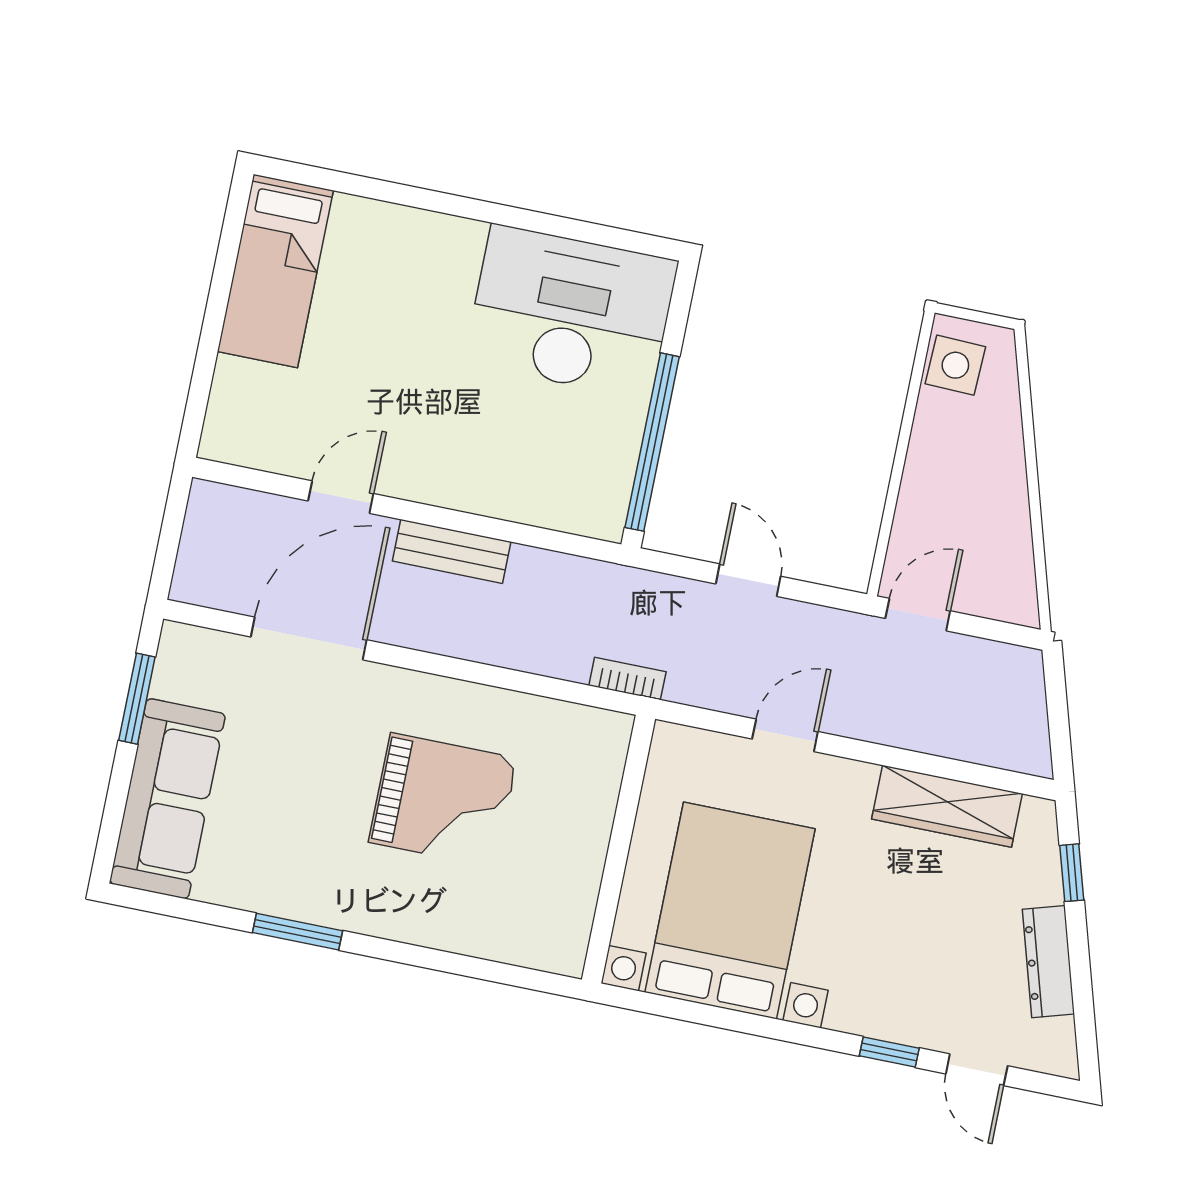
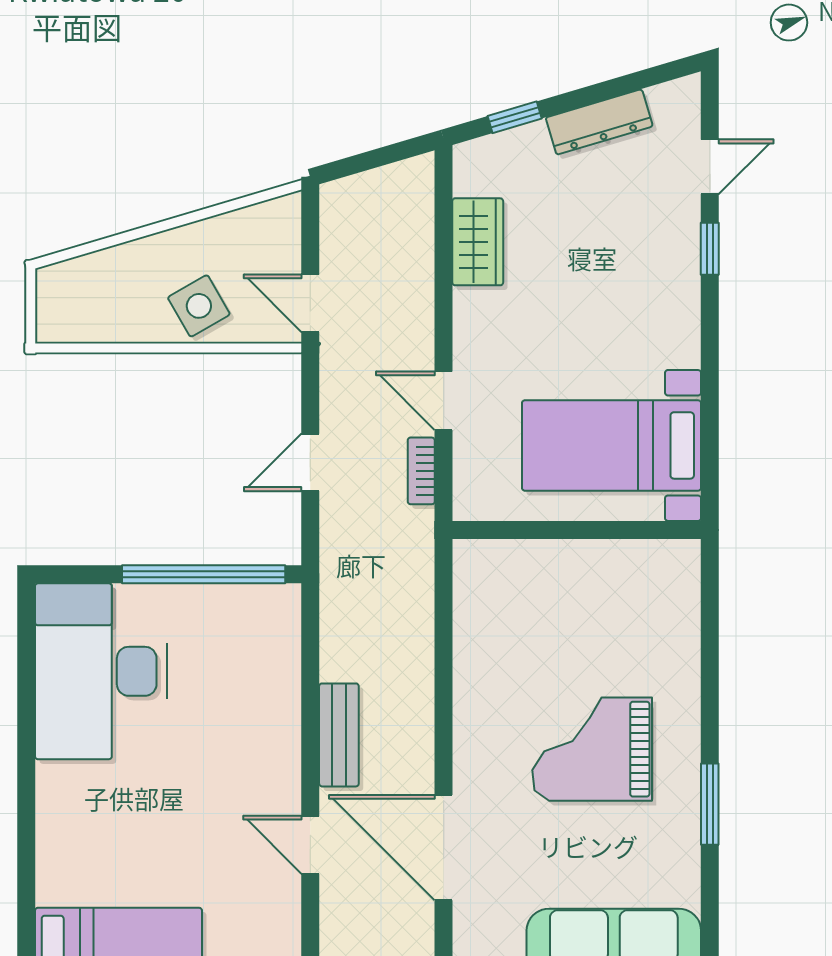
side table: (955, 365) -> (199, 306), moved, turned -32
bookcase: (627, 679) -> (421, 471), moved
grand piano: (443, 800) -> (592, 749), moved, turned -90
wardrobe: (947, 806) -> (478, 242), width x0.67
bed with nightstands: (730, 911) -> (611, 445), width x0.73

